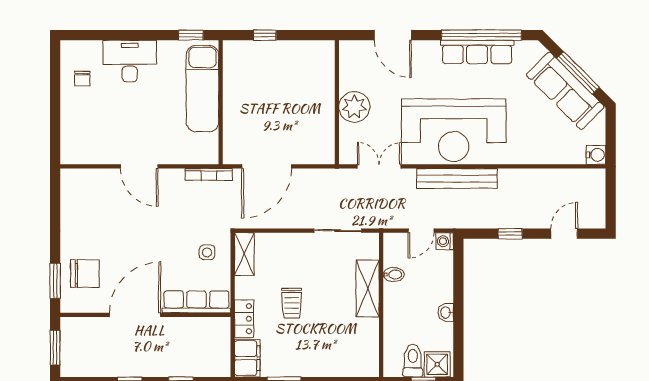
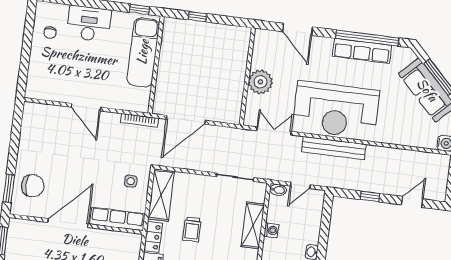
washing machine: (445, 241) -> (271, 230), moved, turned 180
shelving: (244, 254) -> (161, 195), width x1.50, depth x1.33
bidet: (394, 275) -> (278, 190), moved

